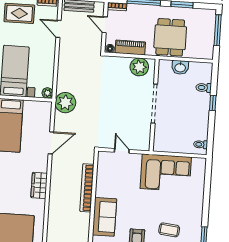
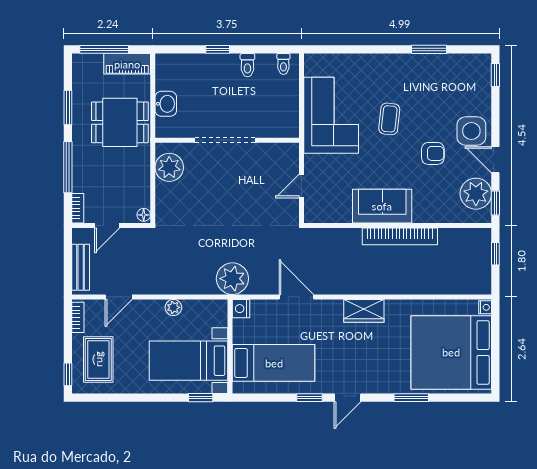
piano: (130, 47) -> (127, 64), moved, turned -90
toilet: (204, 88) -> (247, 65), moved
plant: (47, 93) -> (173, 307), moved
nightstand: (46, 107) -> (241, 309), added
bookcase: (87, 188) -> (400, 236), moved
sofa: (104, 217) -> (382, 206), moved
coffee table: (169, 230) -> (389, 119), moved

